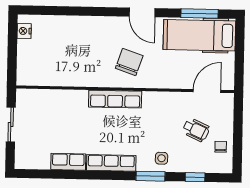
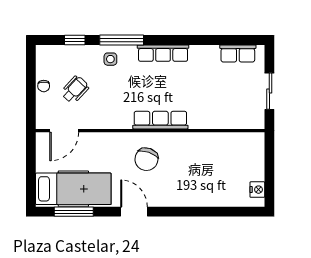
wheelchair: (196, 130) -> (75, 90), turned 108
chair: (221, 147) -> (44, 86), moved
row of seats: (68, 162) -> (238, 53), moved
window: (150, 176) -> (122, 40), width x1.44

